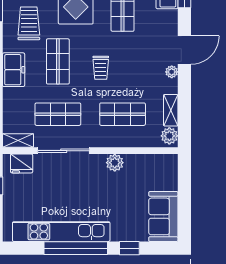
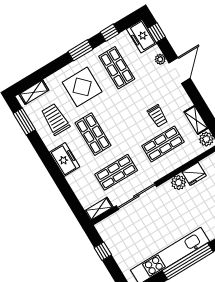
trolley: (101, 68) -> (158, 116), moved
plant: (172, 72) -> (160, 59), moved
fridge: (22, 163) -> (194, 174), moved

